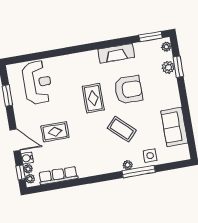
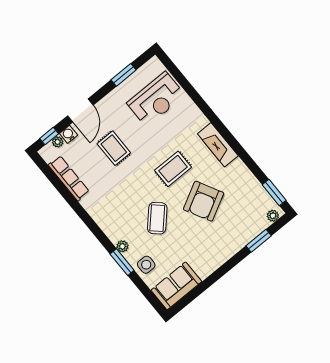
fireplace: (116, 53) -> (218, 145), moved
plant: (168, 67) -> (252, 230), removed
armchair: (128, 90) -> (204, 201), turned 62
sofa: (174, 127) -> (176, 286), moved
window: (139, 172) -> (122, 262), width x0.69
plant: (30, 179) -> (48, 150), removed

